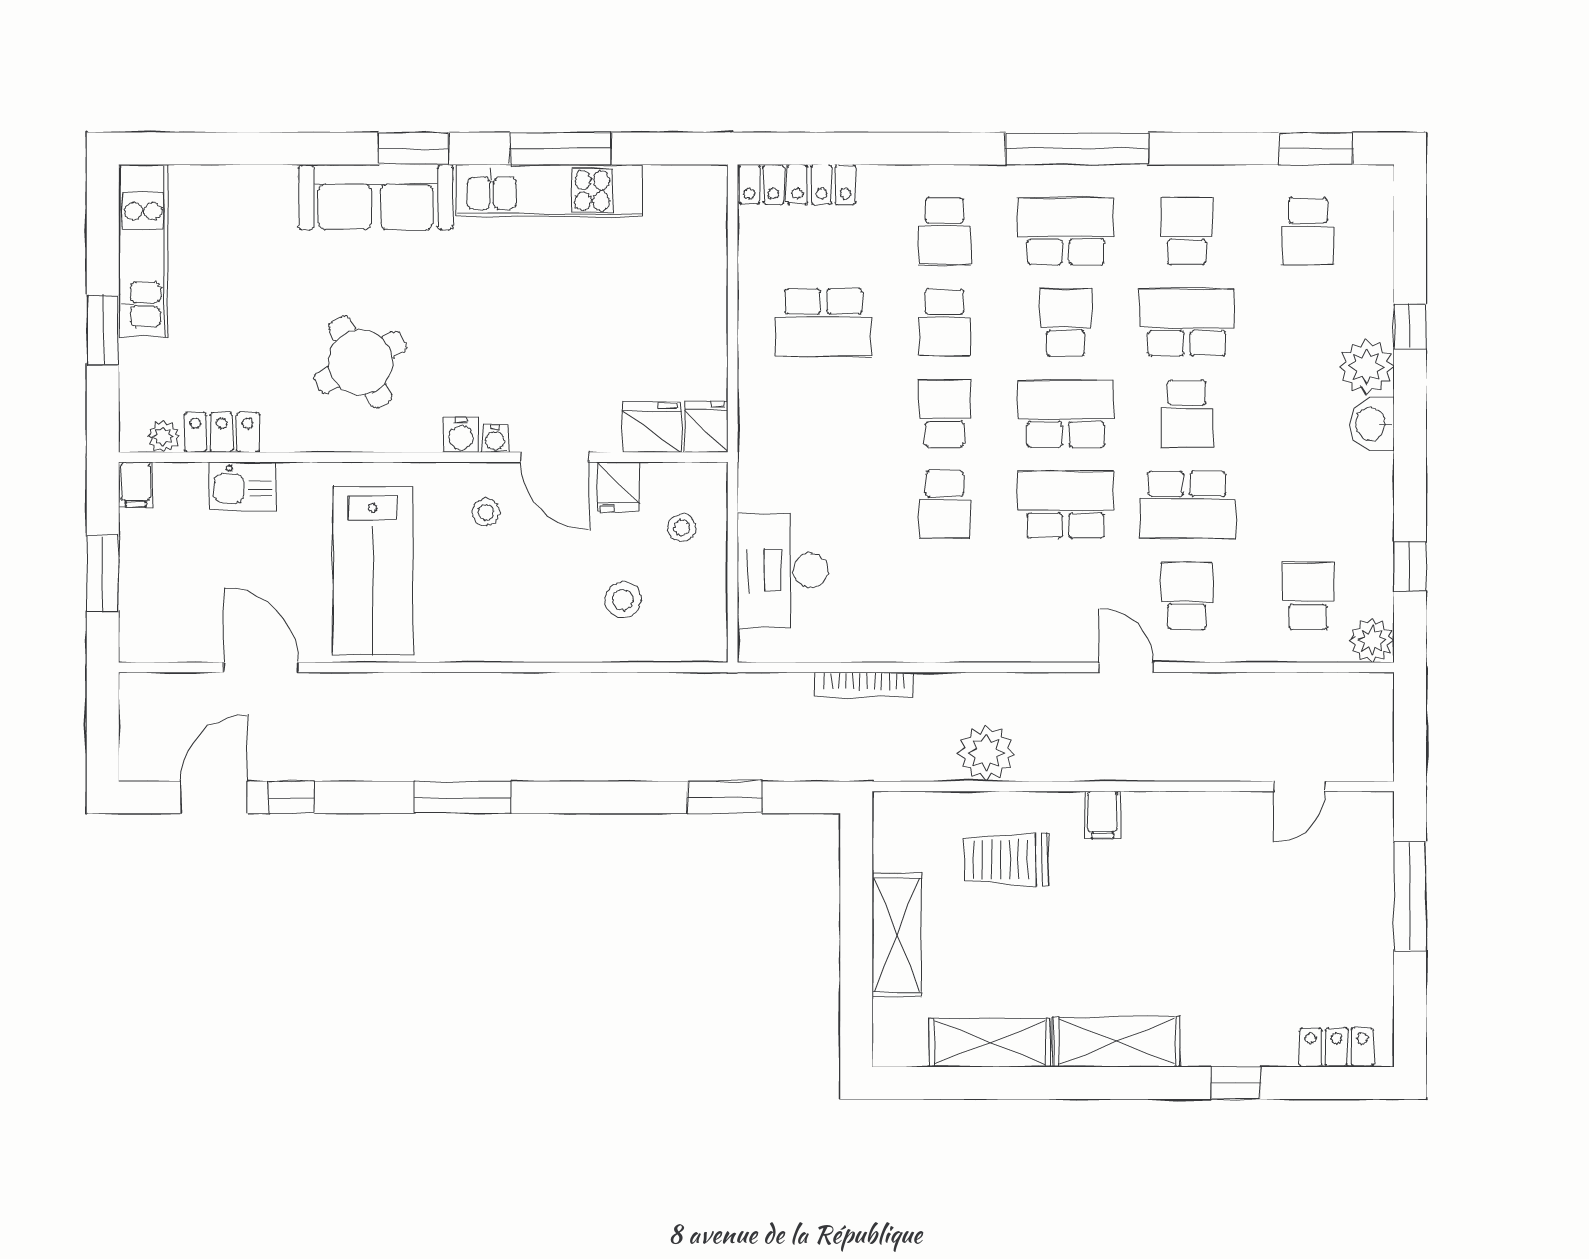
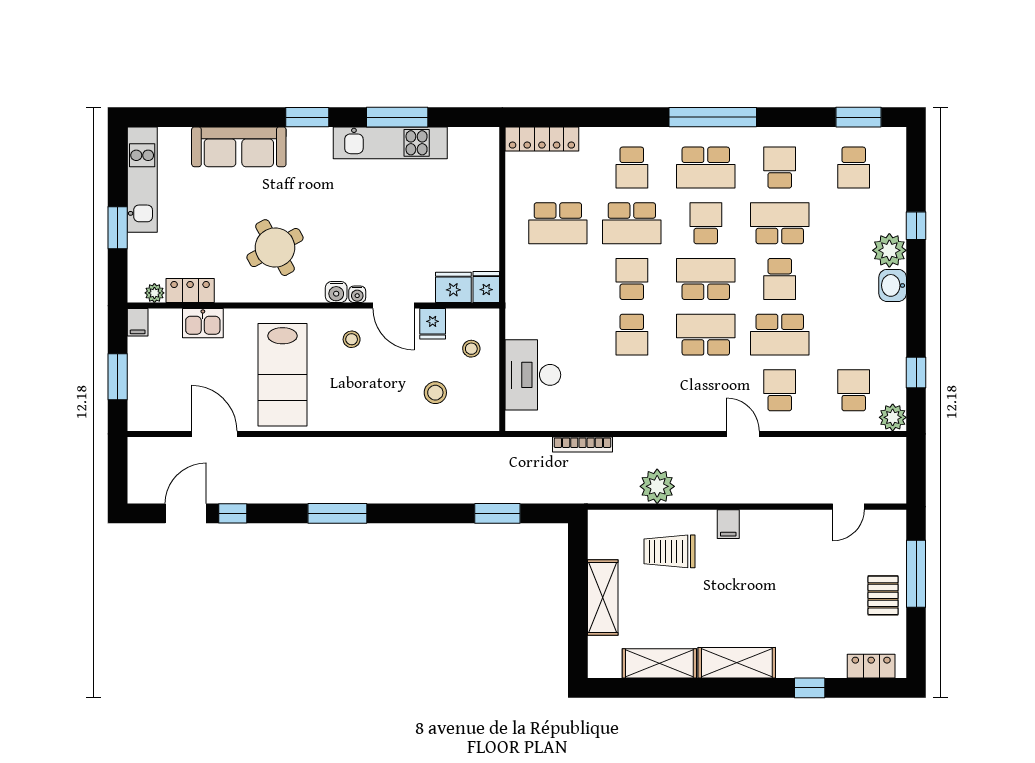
sofa: (376, 197) -> (239, 147), moved
school desk: (1066, 231) -> (706, 168), turned 180
school desk: (945, 322) -> (632, 223), width x1.85
pallet: (1356, 932) -> (883, 595), added

